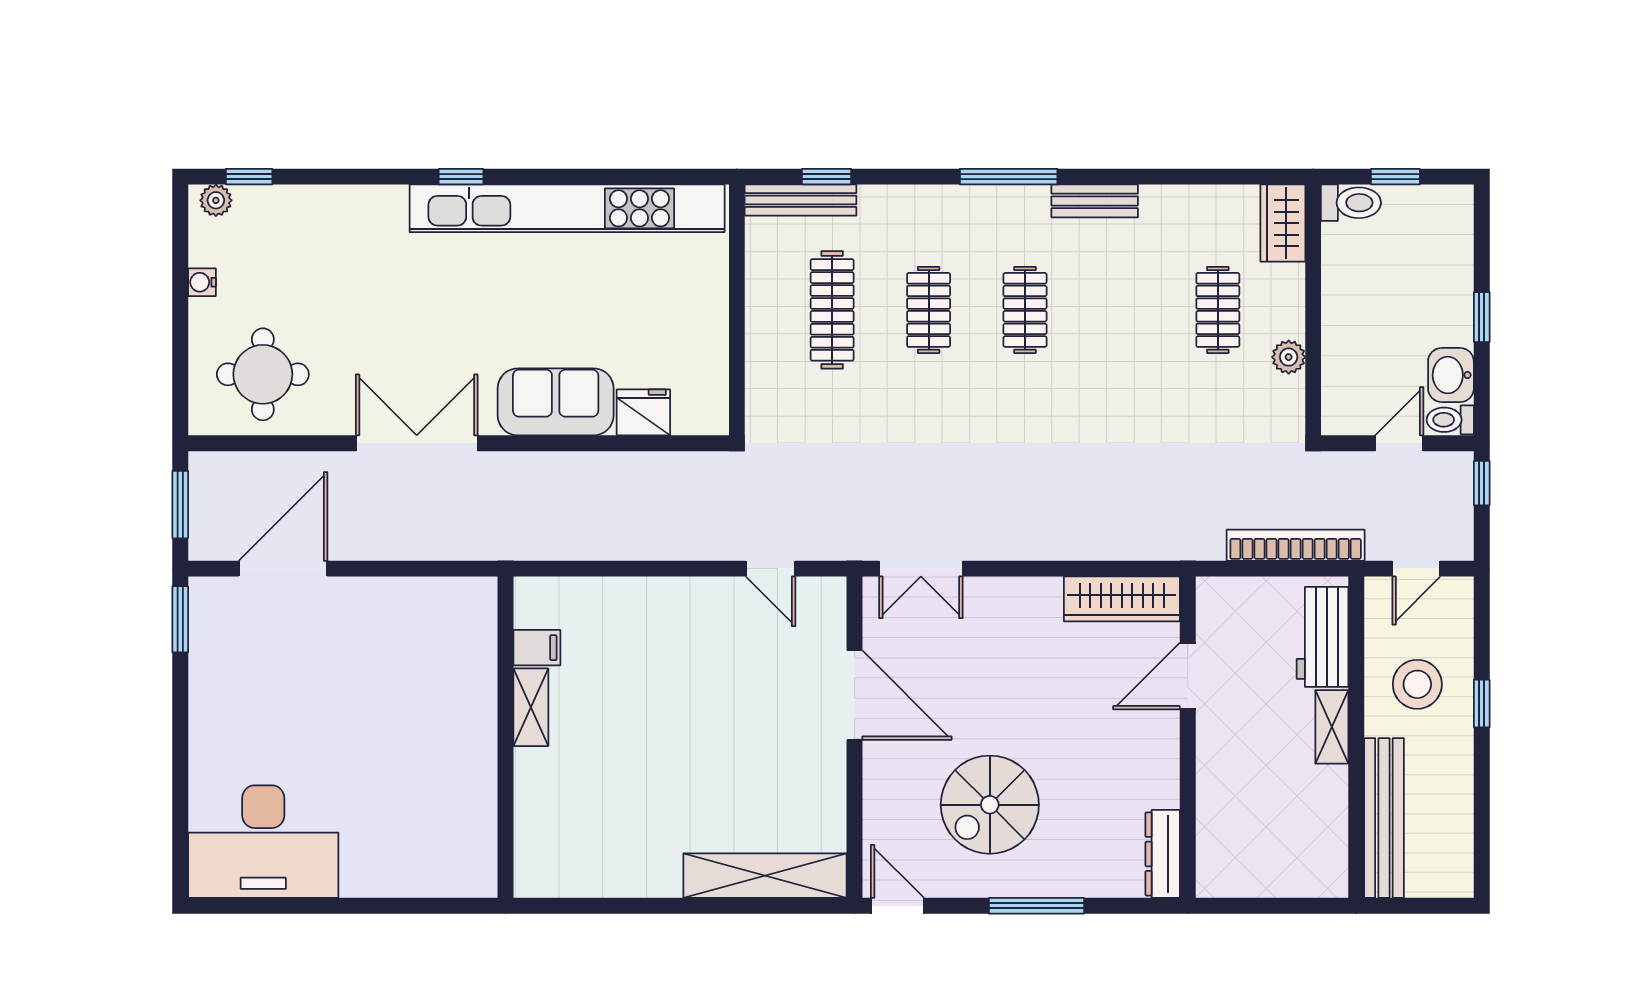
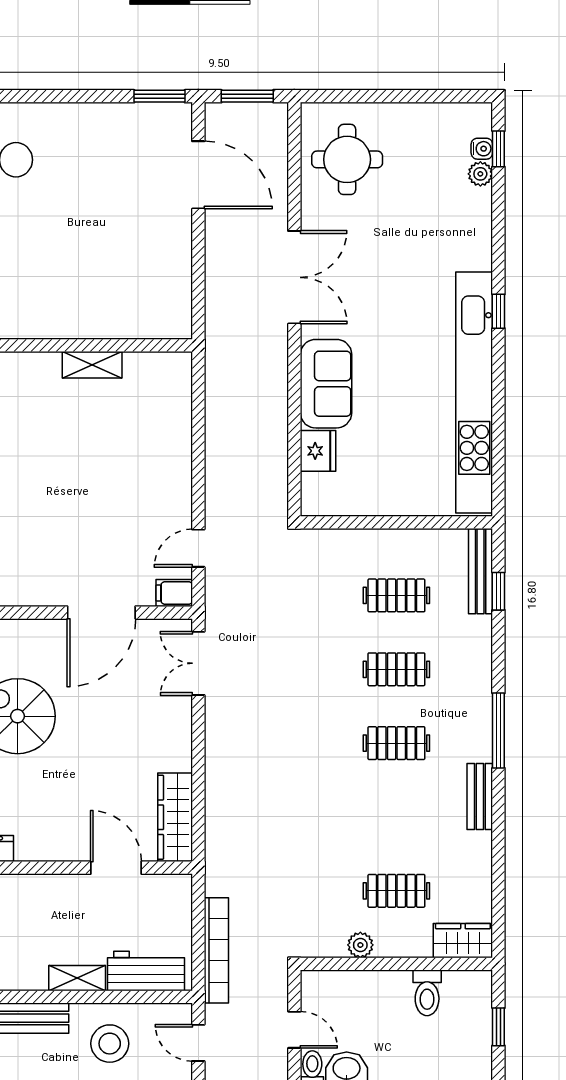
plant: (216, 200) -> (480, 174), moved
toilet: (1351, 203) -> (427, 993), moved
water cooler: (202, 282) -> (482, 149), moved, turned 90
clothes rail: (832, 310) -> (396, 595), width x0.73
filing cabinet: (537, 648) -> (174, 593), moved, turned 90

